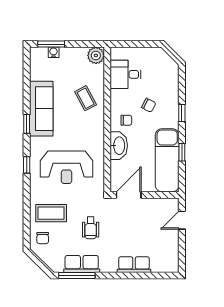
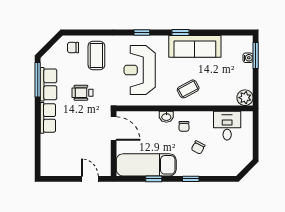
coffee table: (86, 98) -> (188, 89), moved
washbasin: (119, 146) -> (166, 117), width x0.52, depth x0.69
row of seats: (134, 265) -> (48, 118), moved

